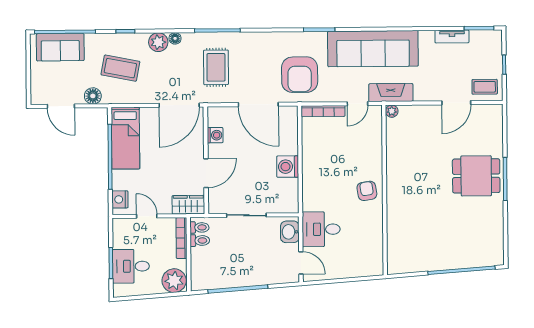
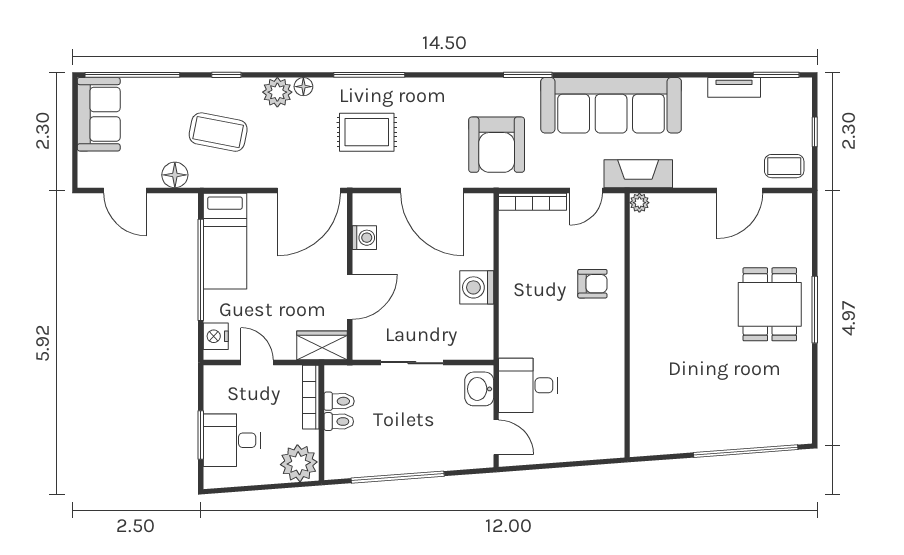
sofa: (60, 47) -> (99, 114), moved, turned -90
rug: (216, 67) -> (367, 132), turned 90
dining table: (476, 176) -> (770, 304), turned 90
armchair: (367, 191) -> (592, 284), moved, turned 99
toilet: (199, 227) -> (339, 422), moved

